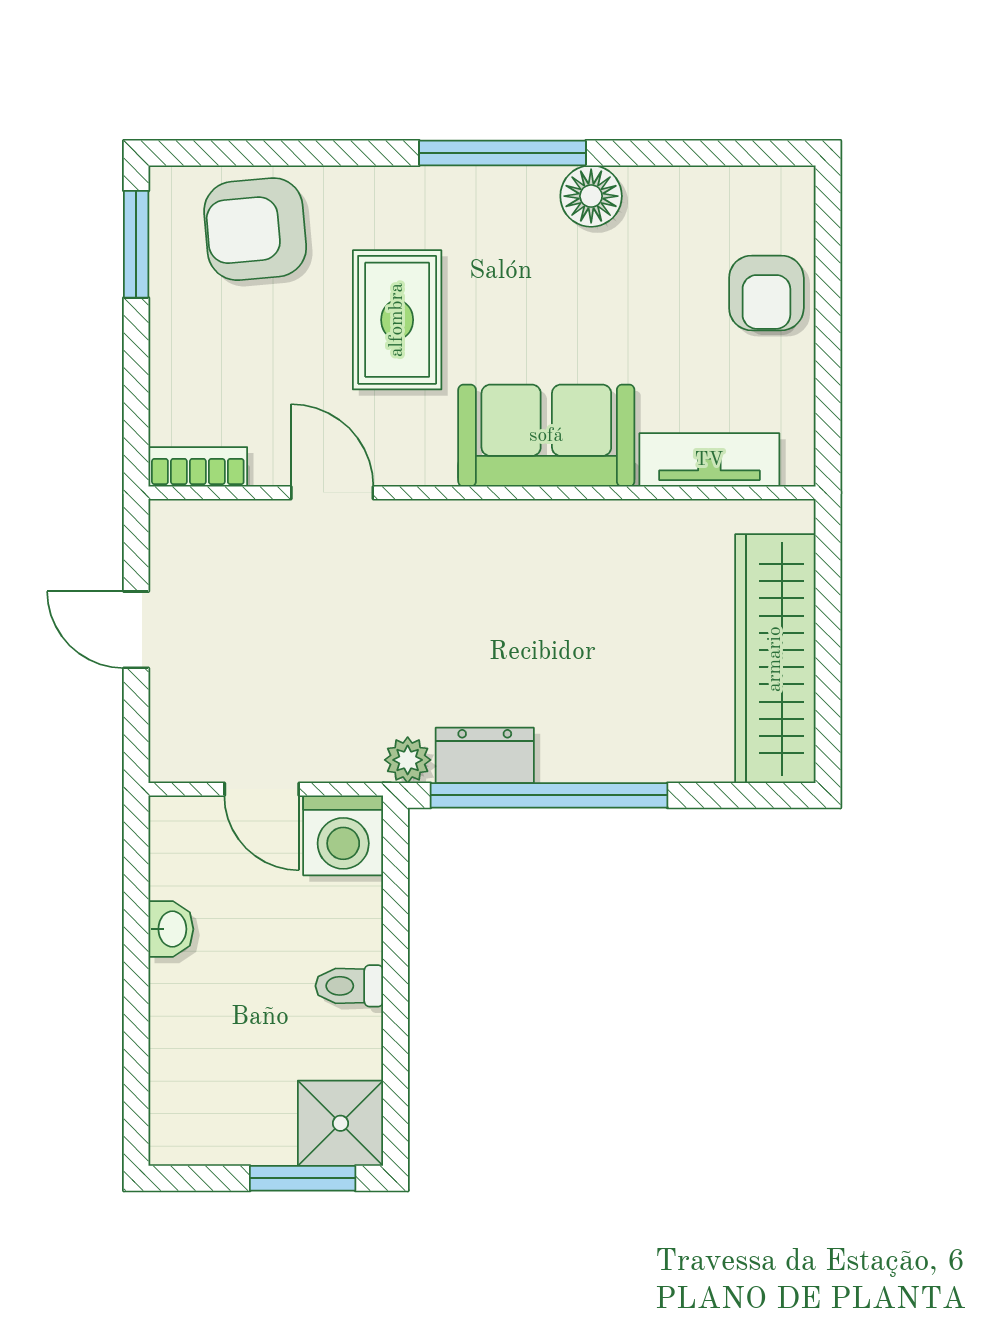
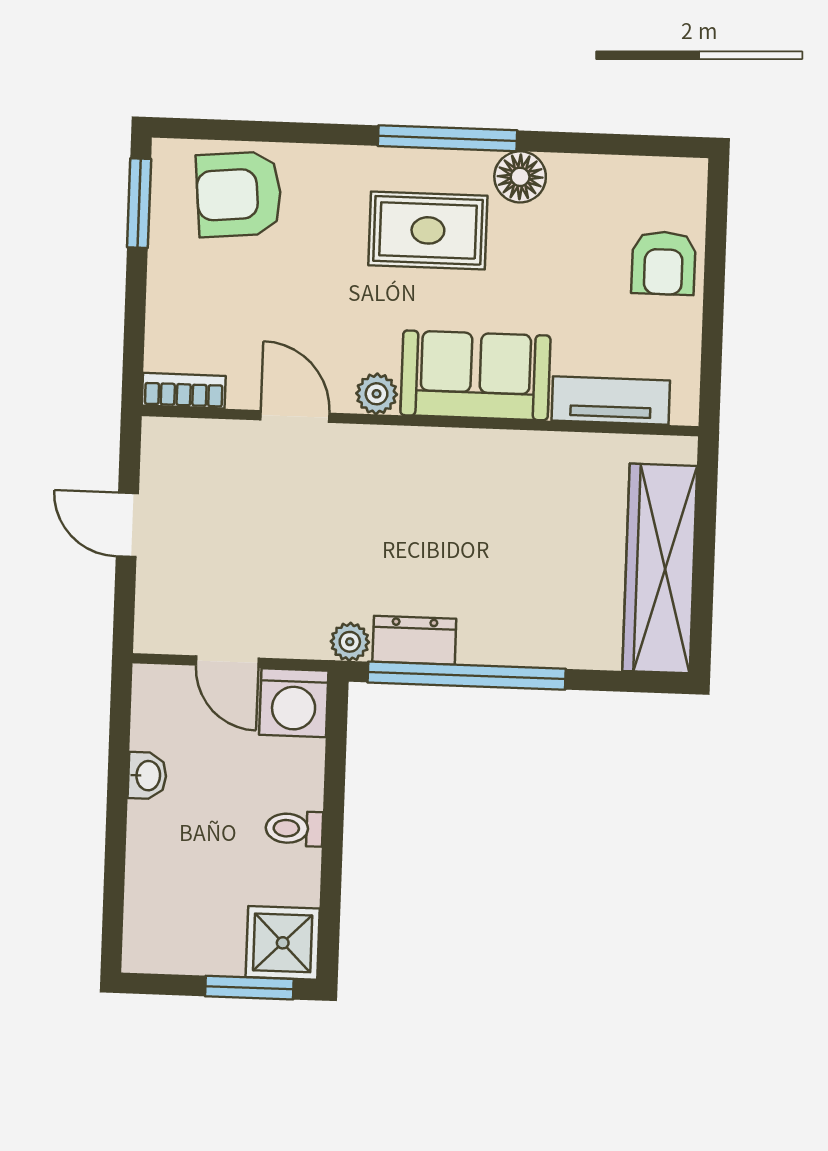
rug: (397, 320) -> (428, 230), moved, turned 90
plant: (429, 462) -> (377, 394), added

